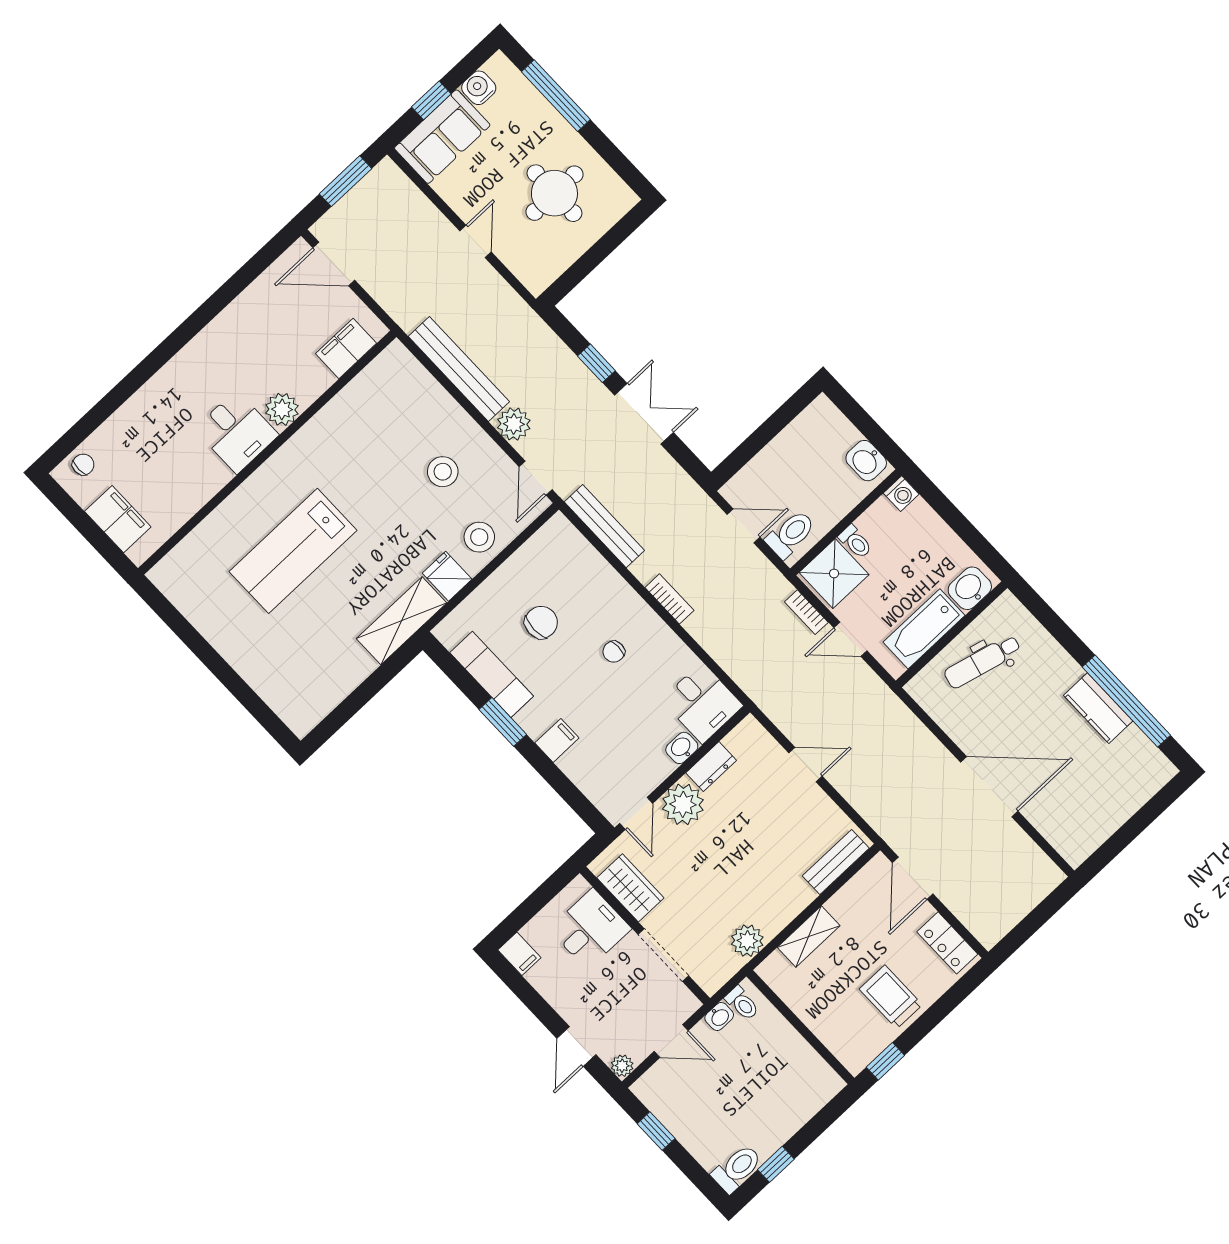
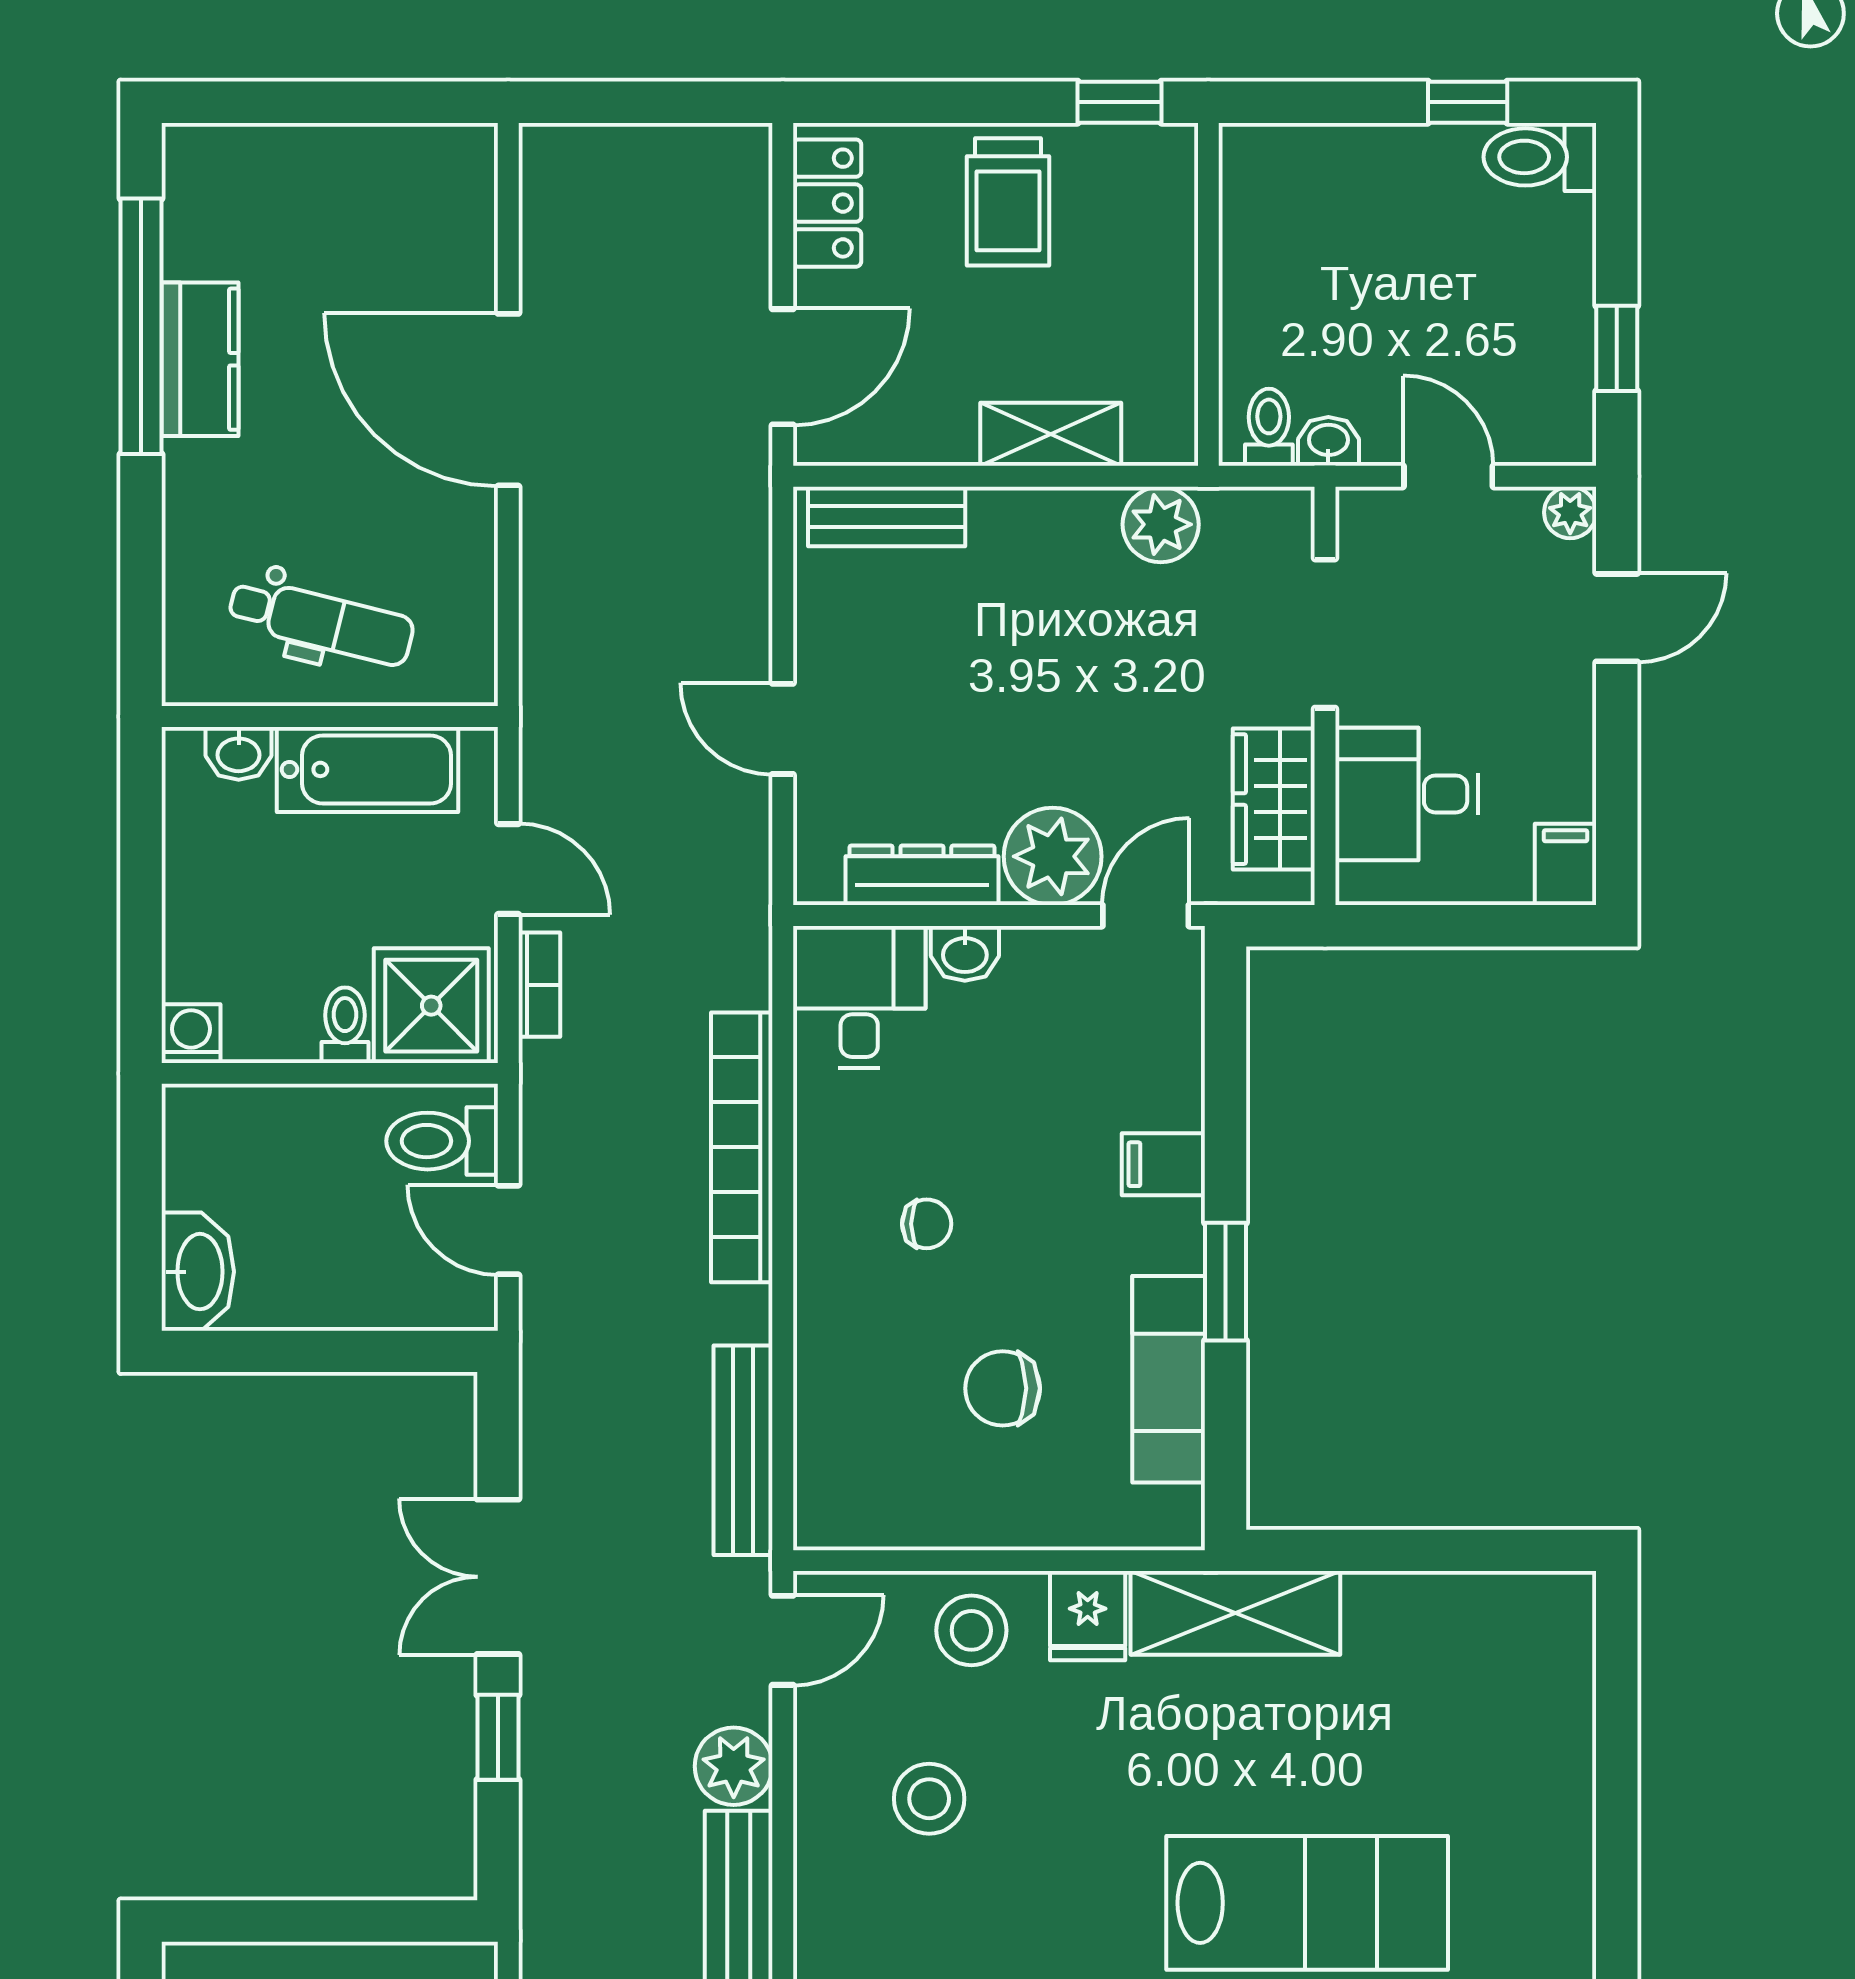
washbasin: (866, 461) -> (198, 1272), moved, width x1.38
washbasin: (970, 588) -> (239, 753), width x0.72, depth x0.69
bookcase: (669, 599) -> (742, 1147), width x2.31, depth x1.31
dresser: (711, 767) -> (922, 875), width x1.44

